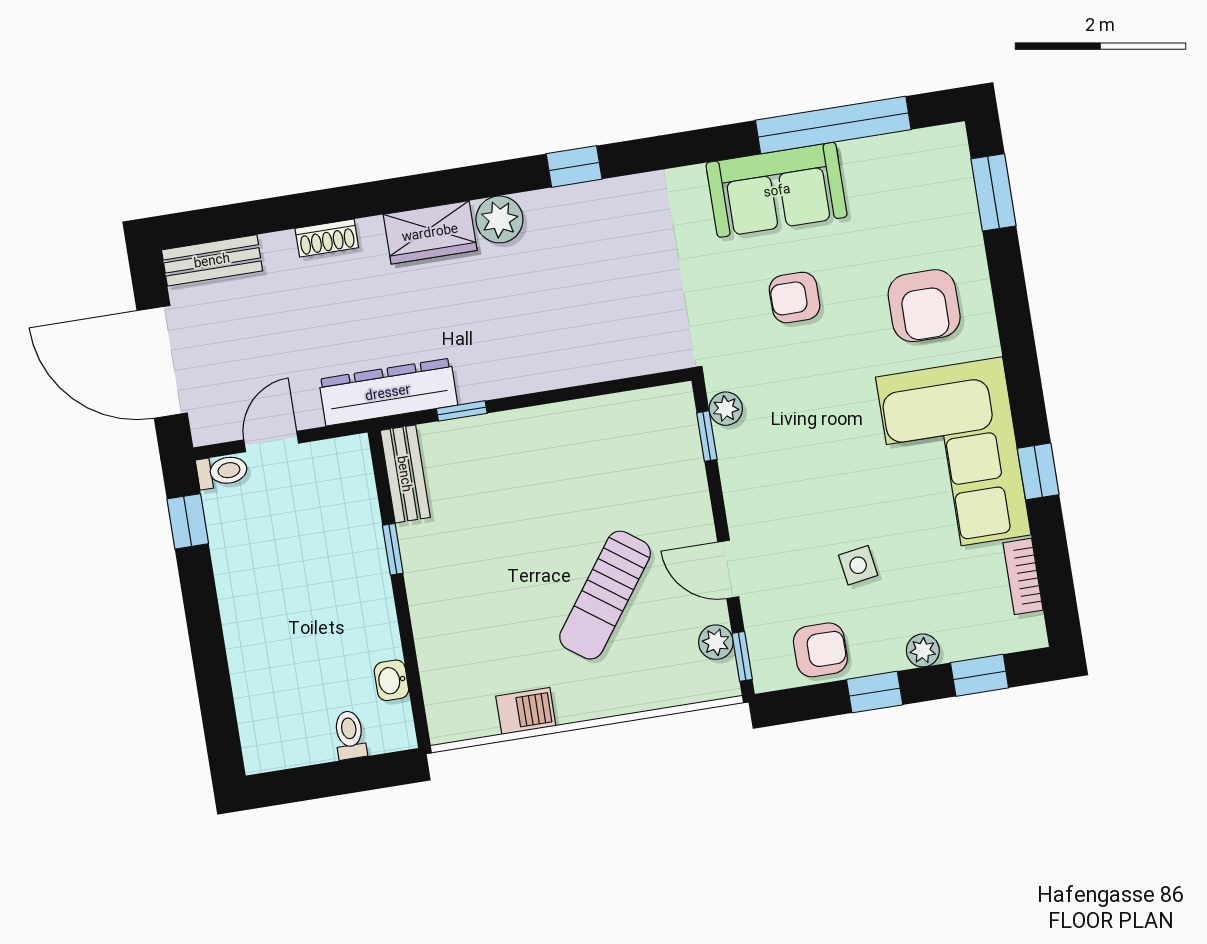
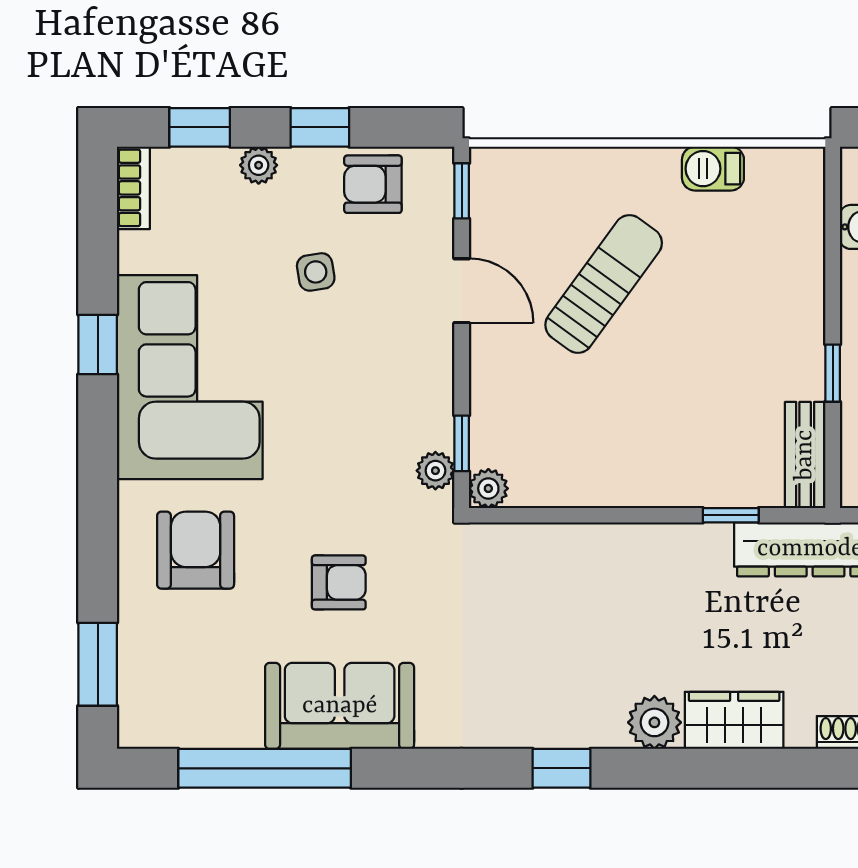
bookcase: (1023, 576) -> (133, 188), moved
plant: (716, 642) -> (488, 488), moved

